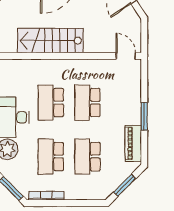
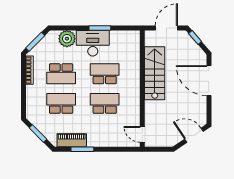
door: (126, 56) -> (142, 134), swing flipped
window: (144, 116) -> (82, 149), moved
school desk: (51, 157) -> (61, 74), turned 180

